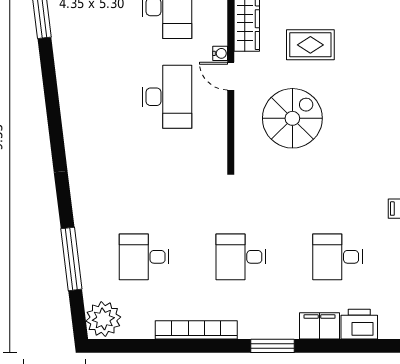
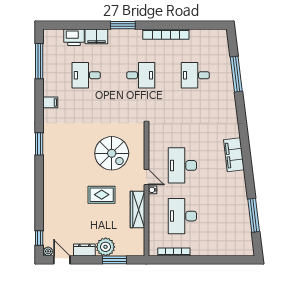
filing cabinet: (76, 116) -> (234, 155), added
spiral stairs: (292, 118) -> (112, 153), turned -90
desk: (144, 257) -> (195, 75), turned 180
desk: (338, 257) -> (86, 75), turned 180
plant: (103, 319) -> (218, 40), removed

